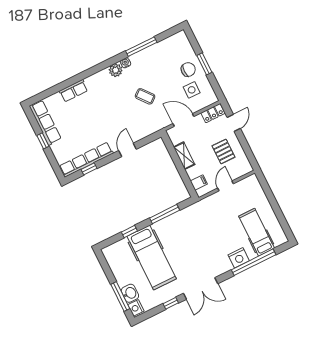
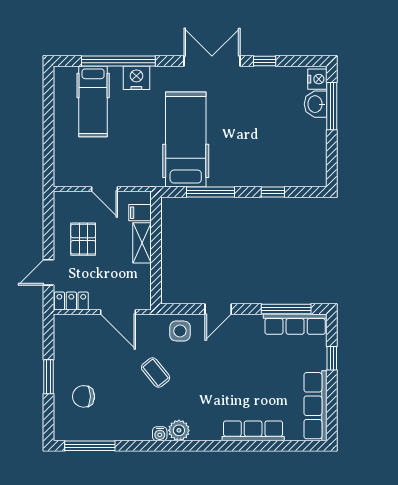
window: (141, 47) -> (90, 446), moved
chair: (188, 70) -> (84, 396), moved
side table: (192, 90) -> (180, 331), moved
row of seats: (73, 91) -> (253, 431), width x1.48
window: (43, 141) -> (332, 358), moved
shelving: (184, 156) -> (142, 243), moved
row of seats: (86, 160) -> (295, 324), width x0.73
window: (89, 169) -> (286, 309), width x2.17
door: (226, 186) -> (105, 189), hinge flipped
hospital bed: (152, 257) -> (186, 139), moved

